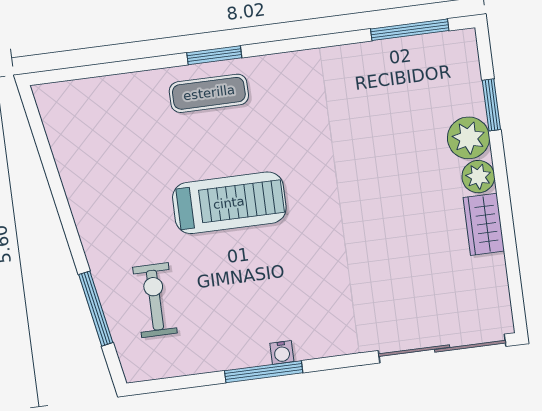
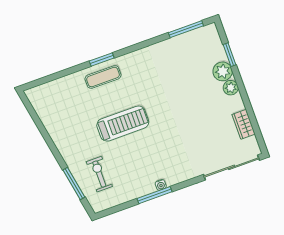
wardrobe: (484, 224) -> (244, 124), moved

